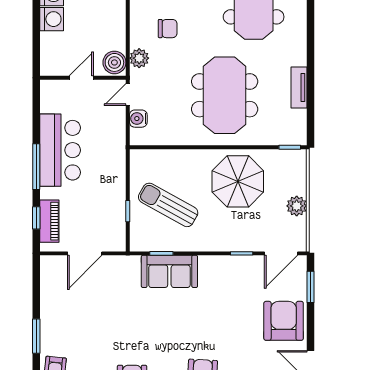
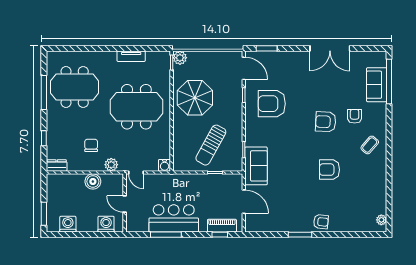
washing machine: (52, 19) -> (106, 224), moved
boiler: (114, 62) -> (93, 181), moved
water cooler: (138, 119) -> (165, 165), moved
window: (36, 167) -> (166, 235), moved
plant: (297, 206) -> (180, 58), moved
sofa: (169, 271) -> (256, 166), moved
armchair: (284, 321) -> (272, 104), moved

